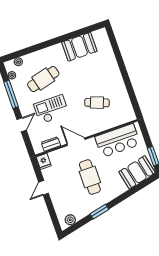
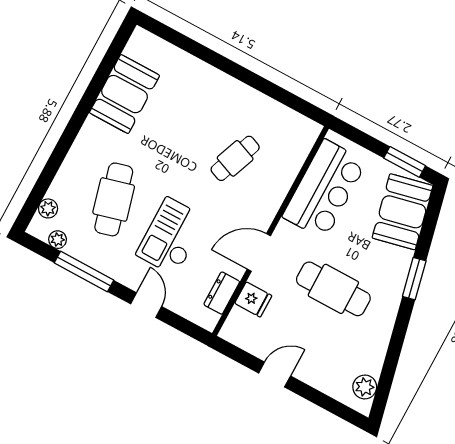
fridge: (44, 161) -> (253, 299), moved
door: (44, 188) -> (275, 375), swing flipped
window: (99, 212) -> (414, 279), moved

